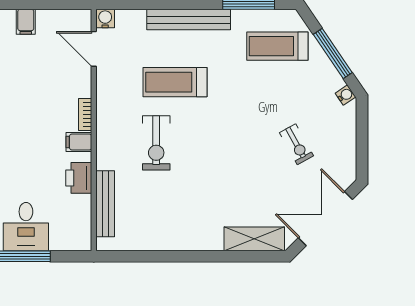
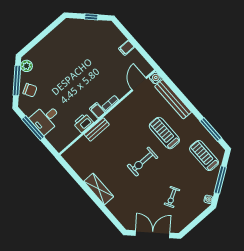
bench: (189, 20) -> (173, 99), moved
treadmill: (175, 82) -> (164, 133), moved
exercise bike: (156, 143) -> (143, 162), moved
bench: (105, 204) -> (97, 129), moved, width x0.73
shelving: (254, 239) -> (99, 189), moved

